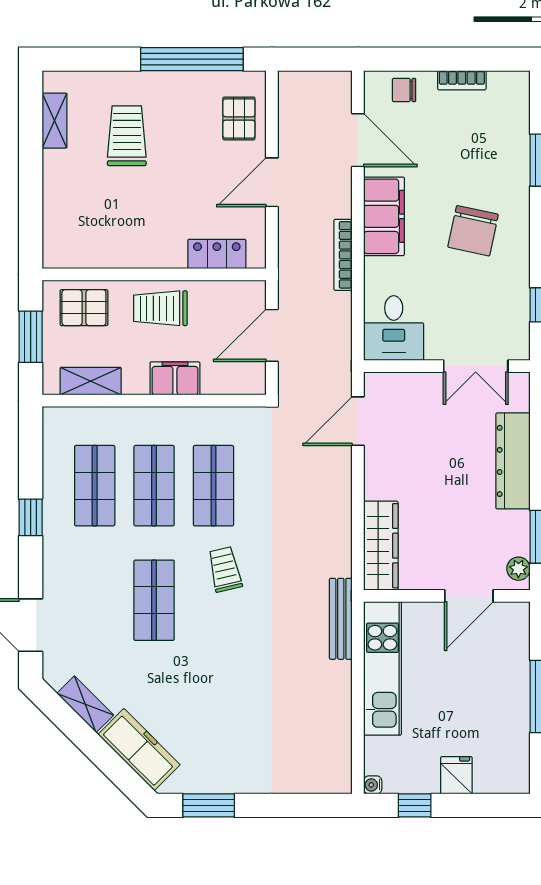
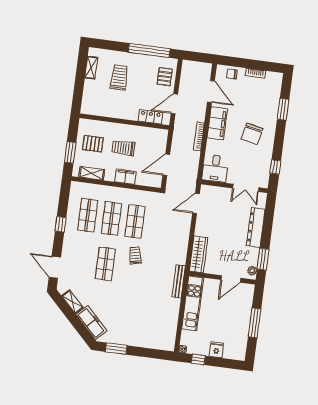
locker: (217, 254) -> (150, 117), moved
wall: (154, 274) -> (124, 122), moved

